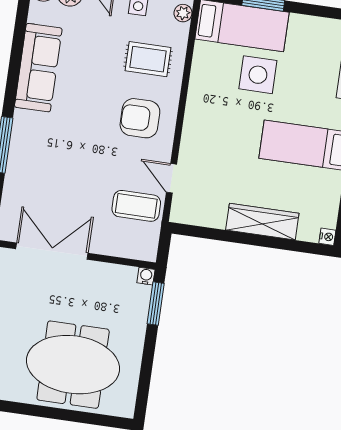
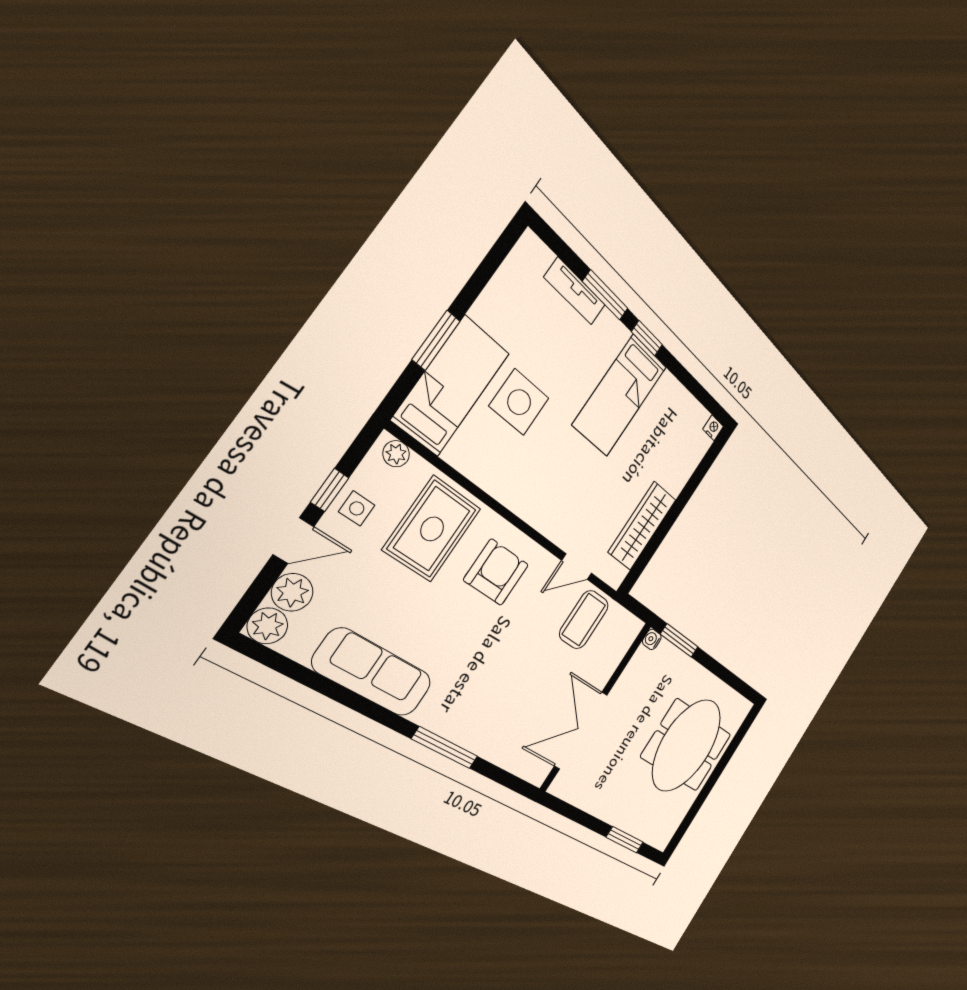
rug: (148, 59) -> (432, 529), width x1.36, depth x1.43
armchair: (140, 118) -> (496, 572), turned 180
wardrobe: (262, 222) -> (642, 526), moved

